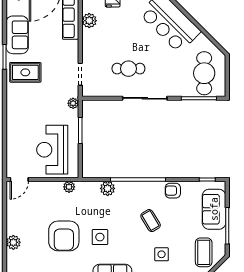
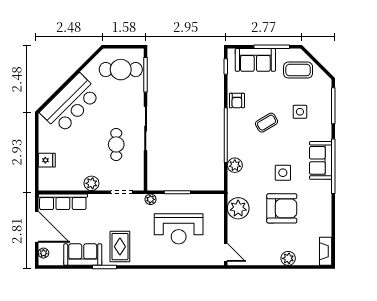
plant: (89, 21) -> (91, 183), moved
reception desk: (52, 150) -> (179, 229), moved
plant: (69, 187) -> (238, 208), width x1.88, depth x1.88

